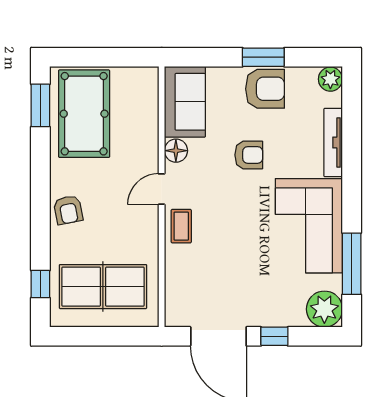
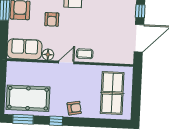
armchair: (249, 155) -> (52, 19), turned 180
door: (162, 189) -> (66, 62), swing flipped
window: (40, 284) -> (56, 121), moved

